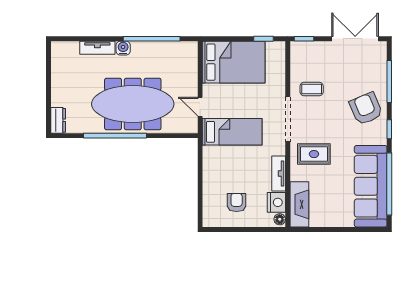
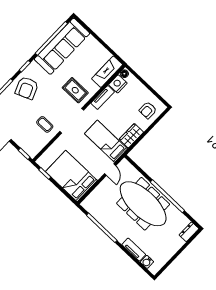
water cooler: (123, 48) -> (147, 262), moved
wardrobe: (212, 162) -> (131, 136), added
armchair: (237, 202) -> (148, 110), moved

